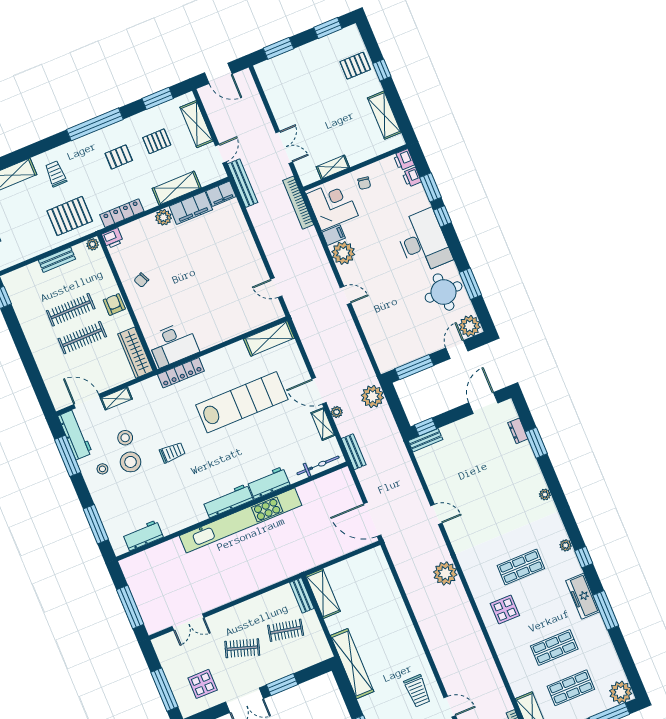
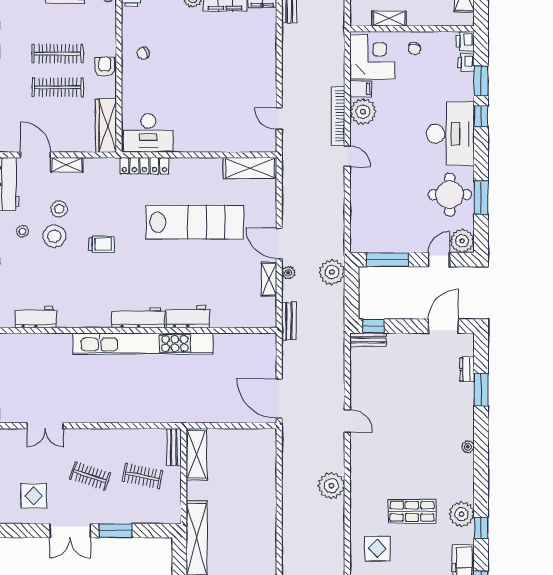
bookcase: (298, 203) -> (338, 116), moved
bicycle: (318, 465) -> (246, 320), removed
plant: (566, 545) -> (462, 514), width x1.87, depth x1.87

